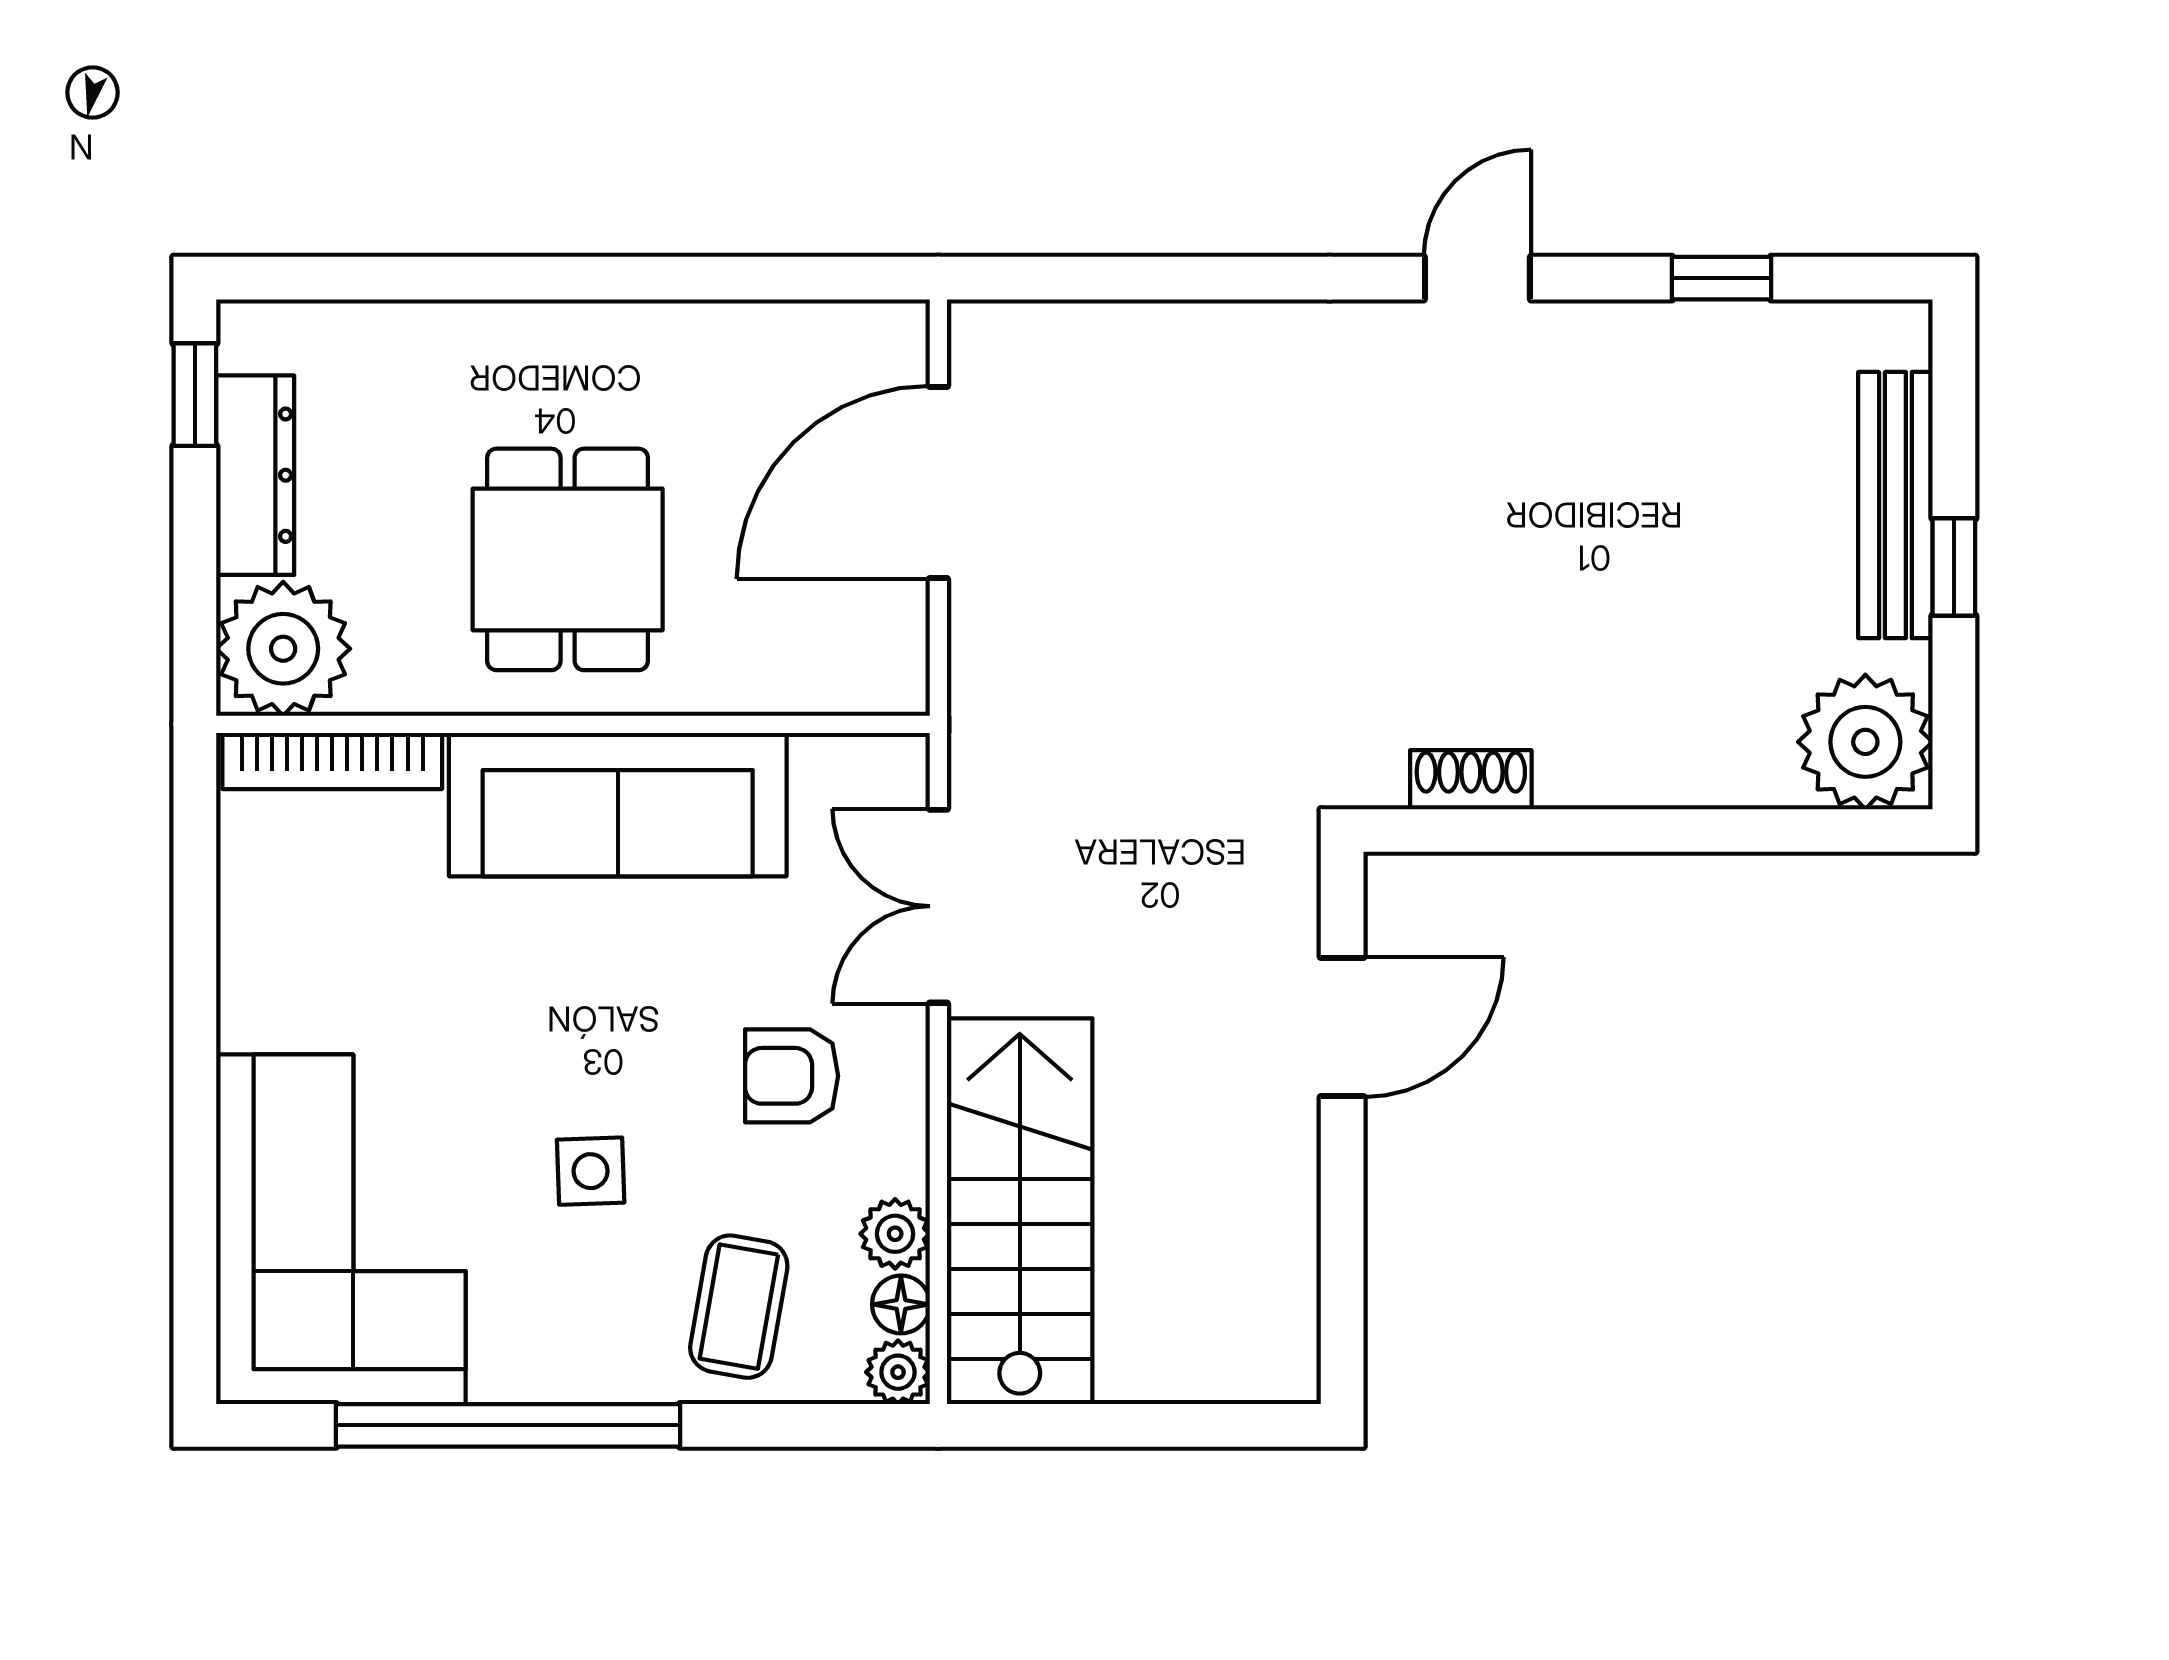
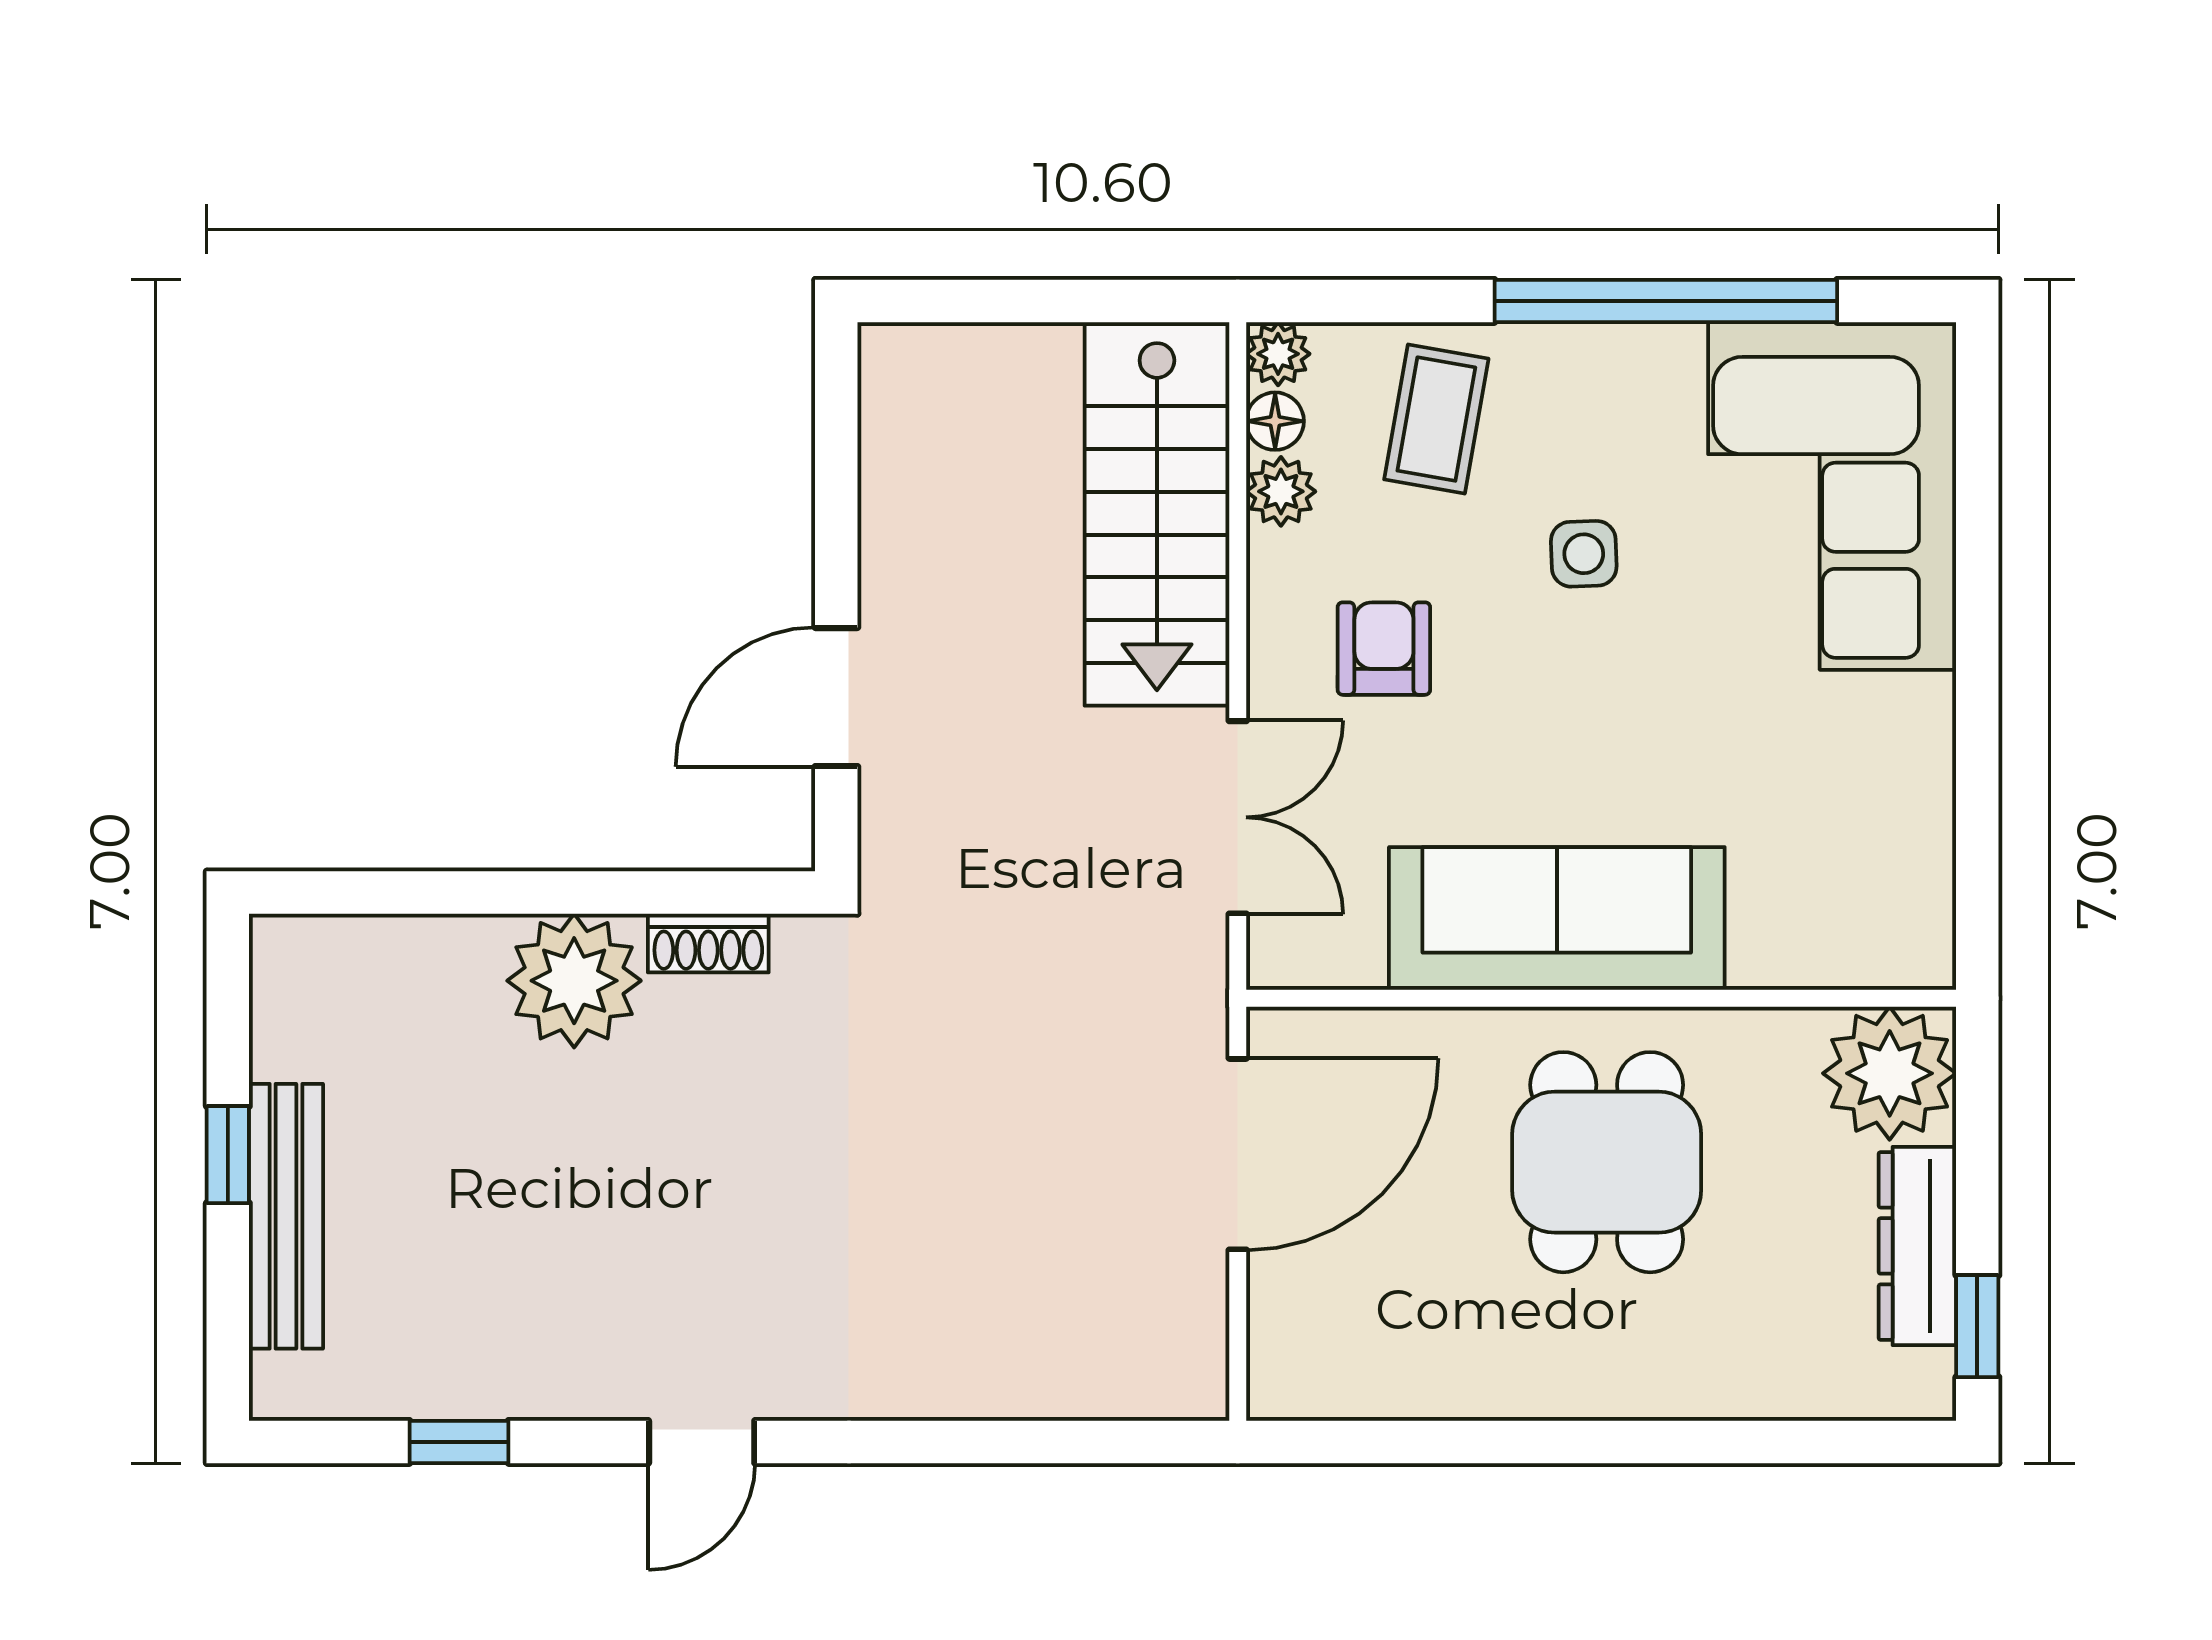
door: (938, 482) -> (1238, 1154), moved
plant: (1865, 742) -> (574, 981), moved
bookcase: (332, 761) -> (1841, 962), removed
armchair: (792, 1076) -> (1384, 649), turned -90

